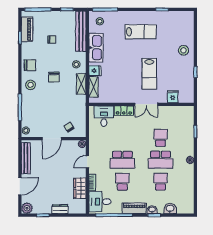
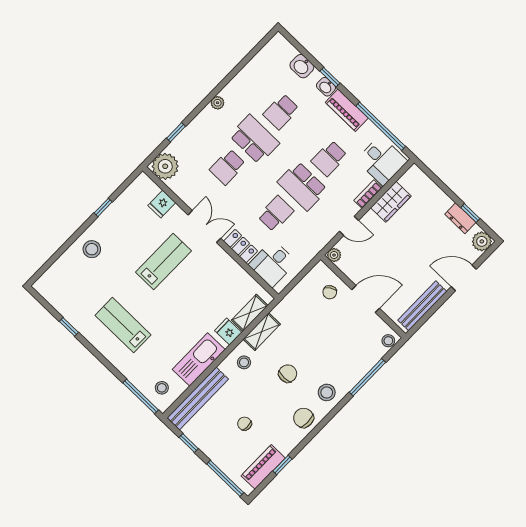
plant: (186, 113) -> (165, 166), added
school desk: (122, 138) -> (276, 214), added
school desk: (122, 160) -> (302, 186), turned 180
dresser: (60, 209) -> (460, 218), moved

